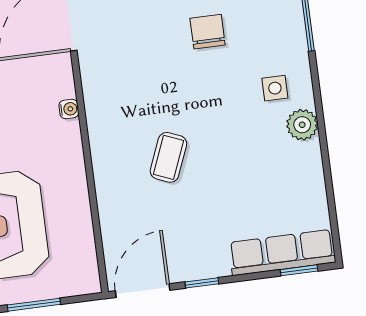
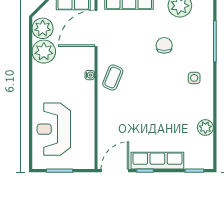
plant: (302, 125) -> (205, 128), moved
coffee table: (168, 157) -> (113, 78), moved
row of seats: (282, 252) -> (157, 161), moved

